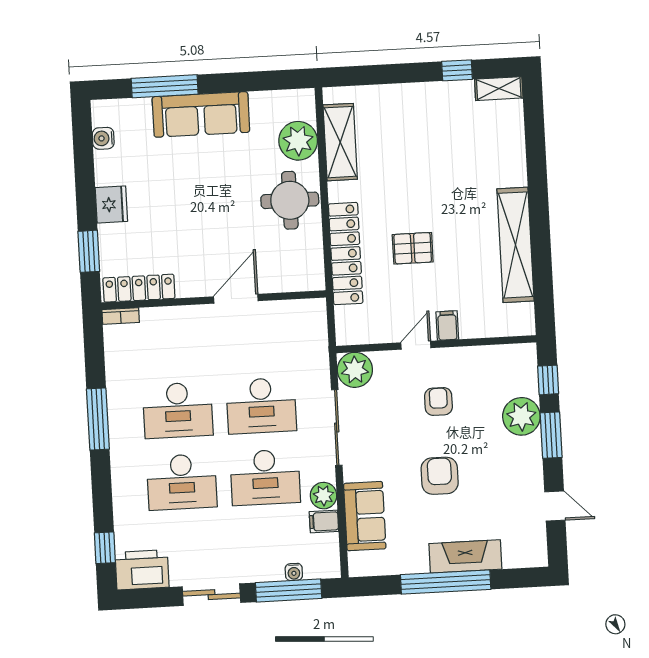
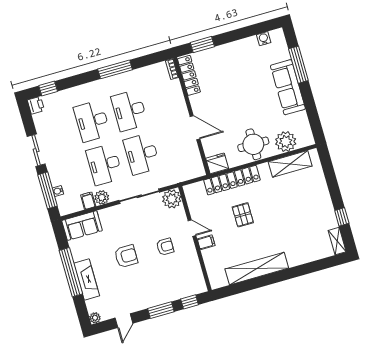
fridge: (111, 204) -> (217, 163), moved, turned 180
plant: (521, 416) -> (95, 318), moved, width x0.53, depth x0.53
sofa: (365, 516) -> (82, 226), moved
printer: (142, 570) -> (36, 105), width x0.53, depth x0.68

